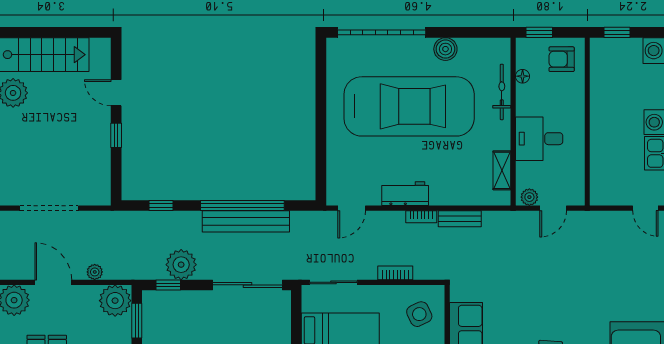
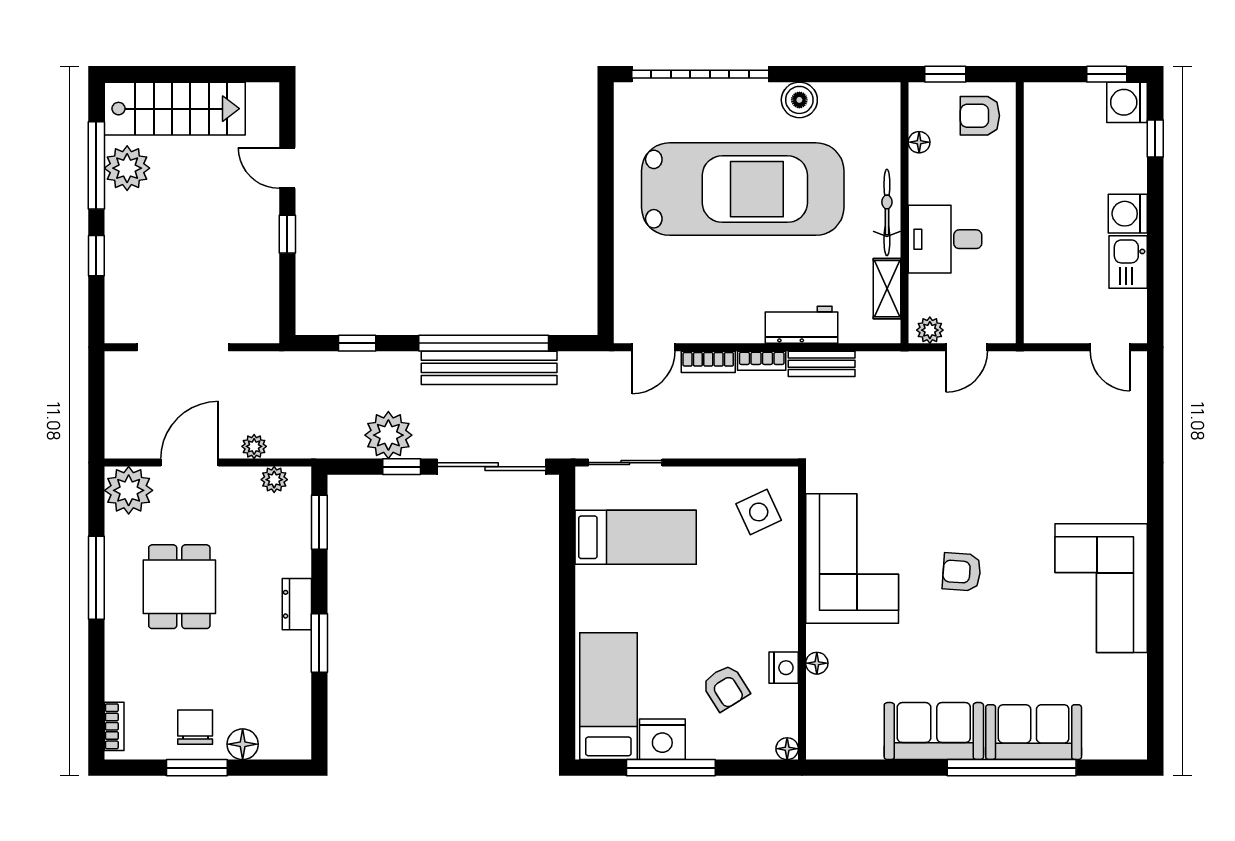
window: (617, 32) -> (1107, 74), moved
bicycle: (502, 92) -> (887, 212), moved
workbench: (405, 194) -> (801, 325), moved
bookcase: (395, 273) -> (708, 362), moved, turned 180
door: (53, 282) -> (190, 463), hinge flipped
window: (168, 285) -> (402, 467), moved
plant: (115, 301) -> (274, 480), width x0.53, depth x0.53

